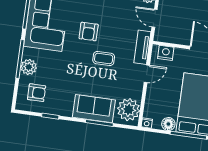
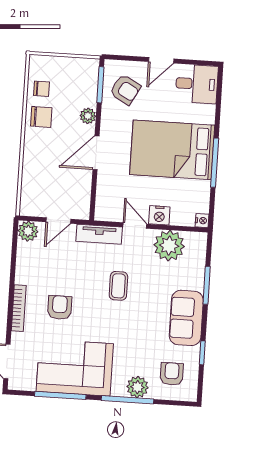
armchair: (89, 32) -> (60, 307), moved, turned -90
nightstand: (166, 53) -> (159, 215), moved, turned -90
sofa: (94, 109) -> (186, 318), moved
plant: (129, 110) -> (169, 246), moved
floor lamp: (168, 124) -> (201, 191), removed

